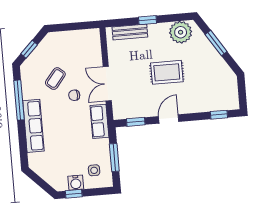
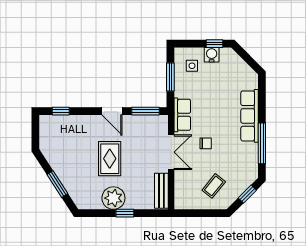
bench: (130, 32) -> (161, 191), moved, turned 90
plant: (181, 32) -> (113, 198), moved
rug: (167, 72) -> (110, 159), turned 90
coffee table: (55, 79) -> (214, 186), moved
door: (169, 119) -> (112, 111), hinge flipped
window: (136, 122) -> (146, 111), width x1.50

